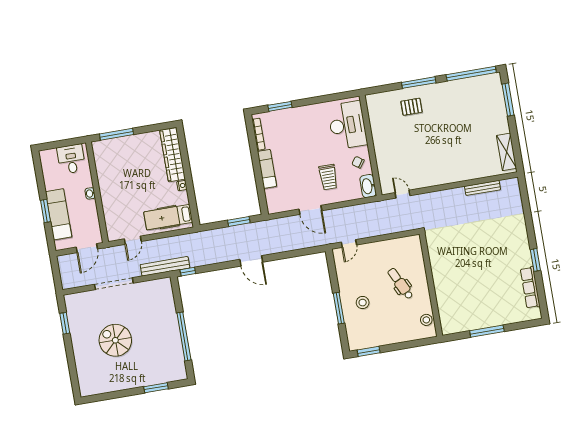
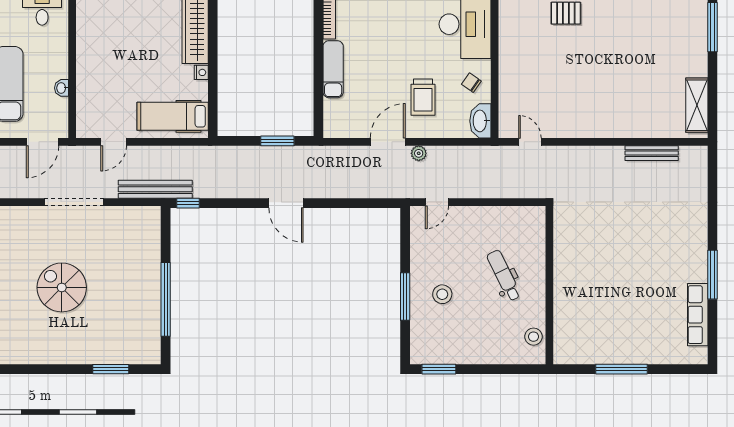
washbasin: (90, 193) -> (62, 88), moved
door: (310, 210) -> (388, 142), swing flipped
plant: (332, 214) -> (419, 153), added
window: (535, 260) -> (713, 275), width x1.44

